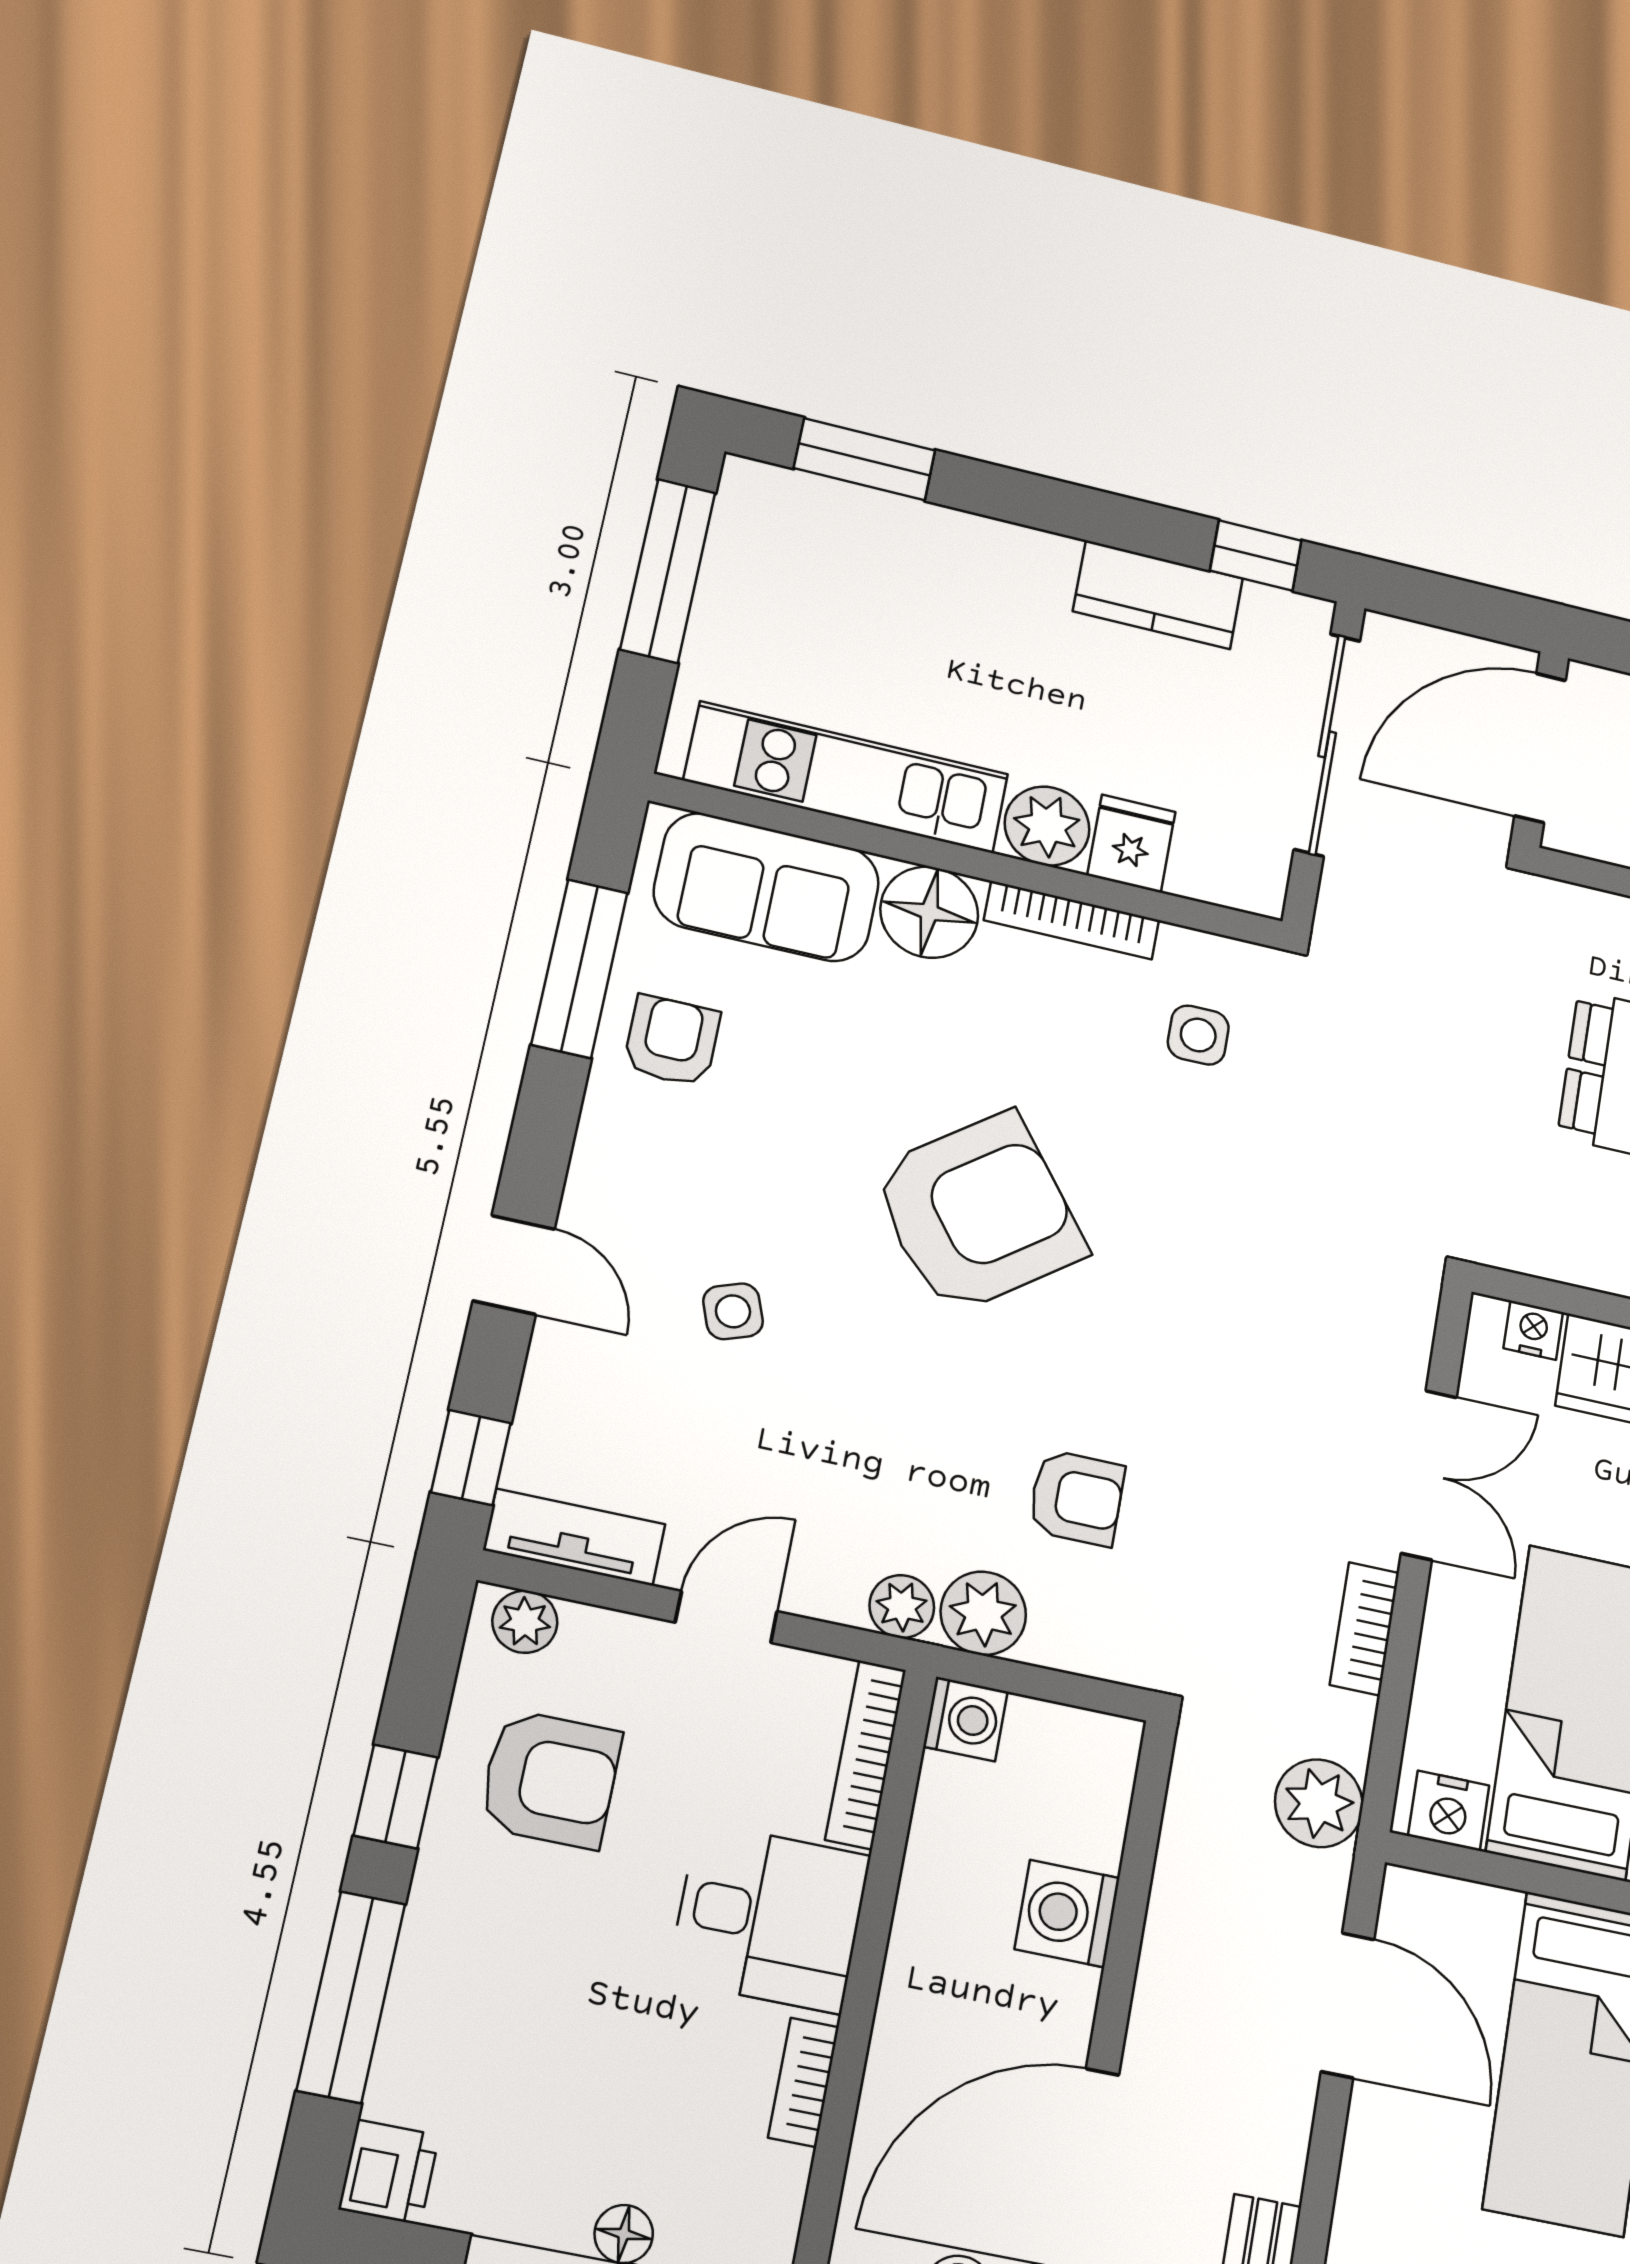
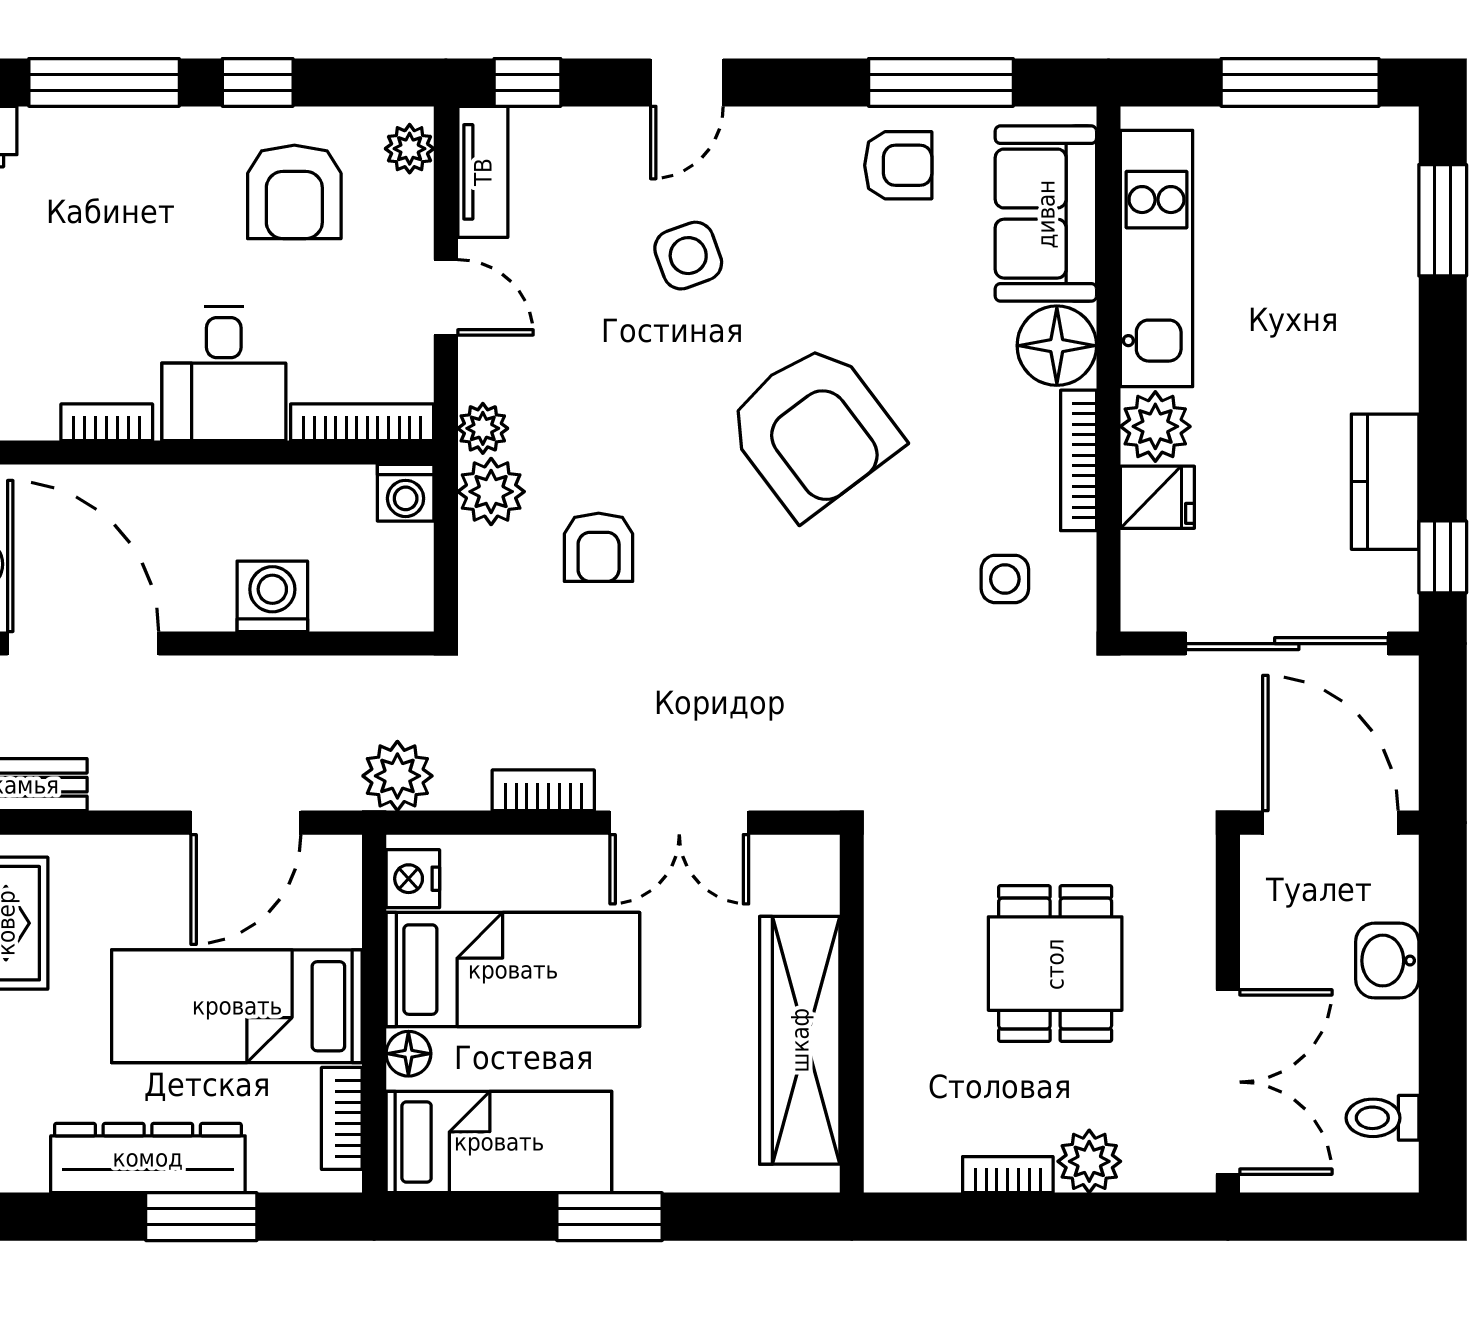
side table: (733, 1311) -> (688, 256), width x1.37, depth x1.37
nightstand: (1533, 1330) -> (819, 890), removed

